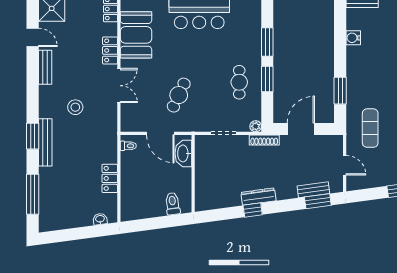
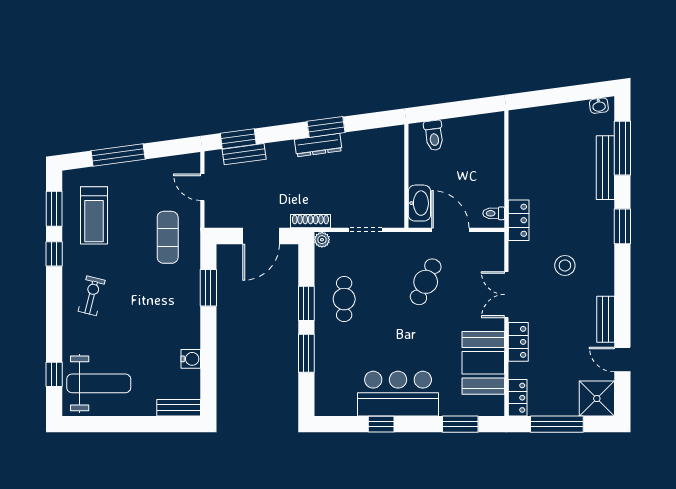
bench: (45, 142) -> (605, 168), moved
locker: (110, 178) -> (519, 220), moved
window: (253, 210) -> (326, 127), width x1.50
washbasin: (100, 219) -> (599, 106), moved

